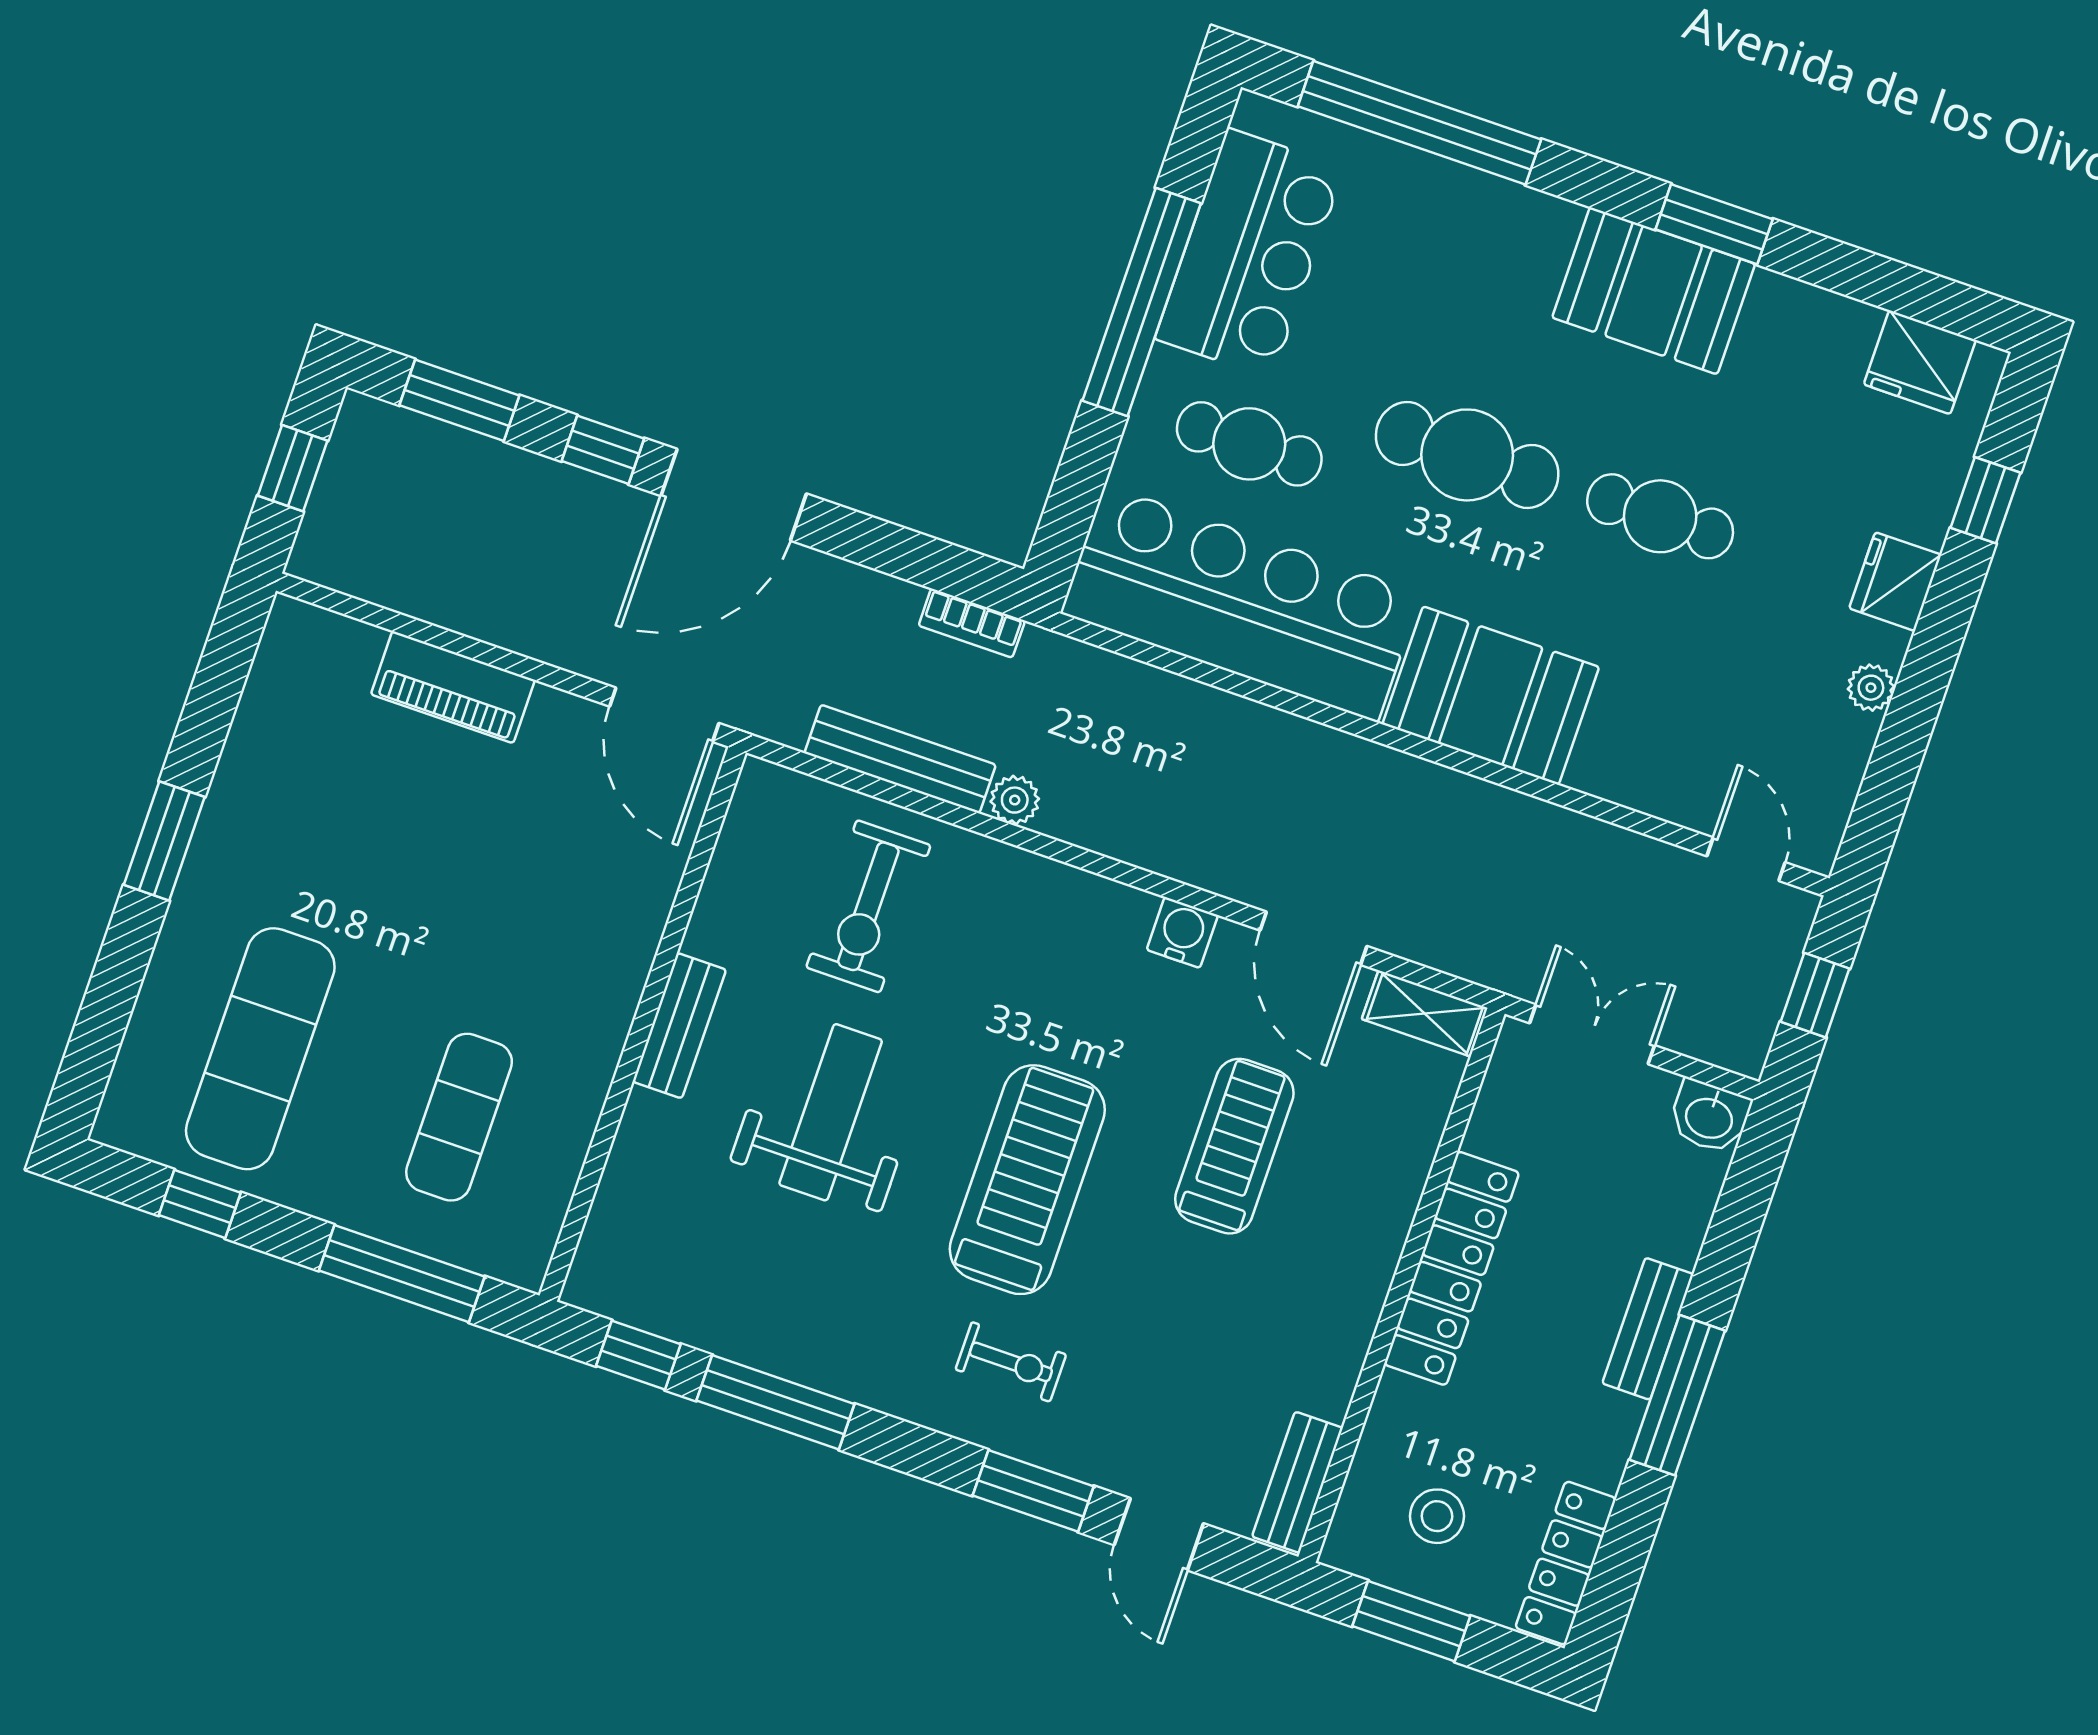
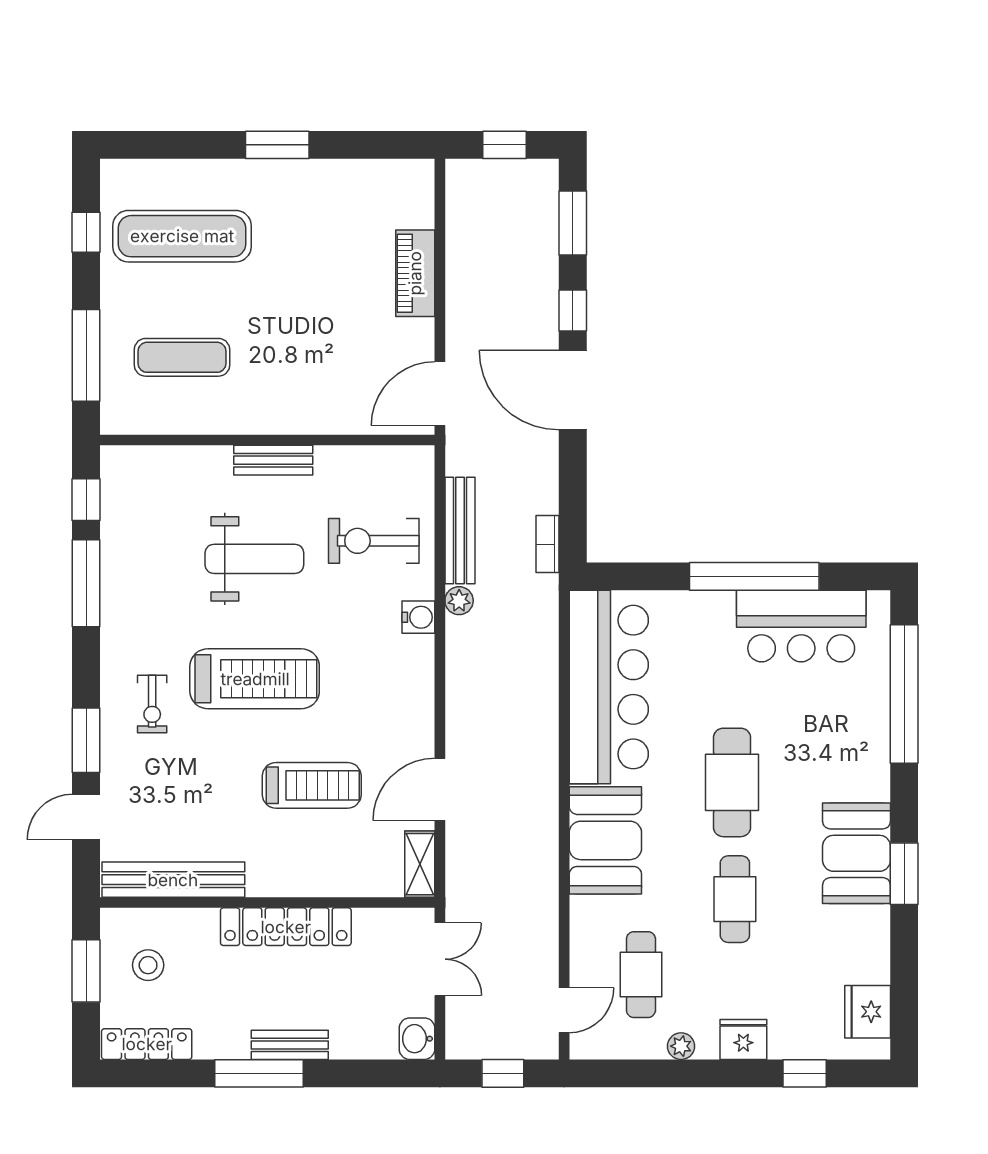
cafe table: (1249, 444) -> (641, 975), moved
water cooler: (1182, 932) -> (418, 617), moved
bench: (1297, 1482) -> (173, 880), width x1.86, depth x1.21

